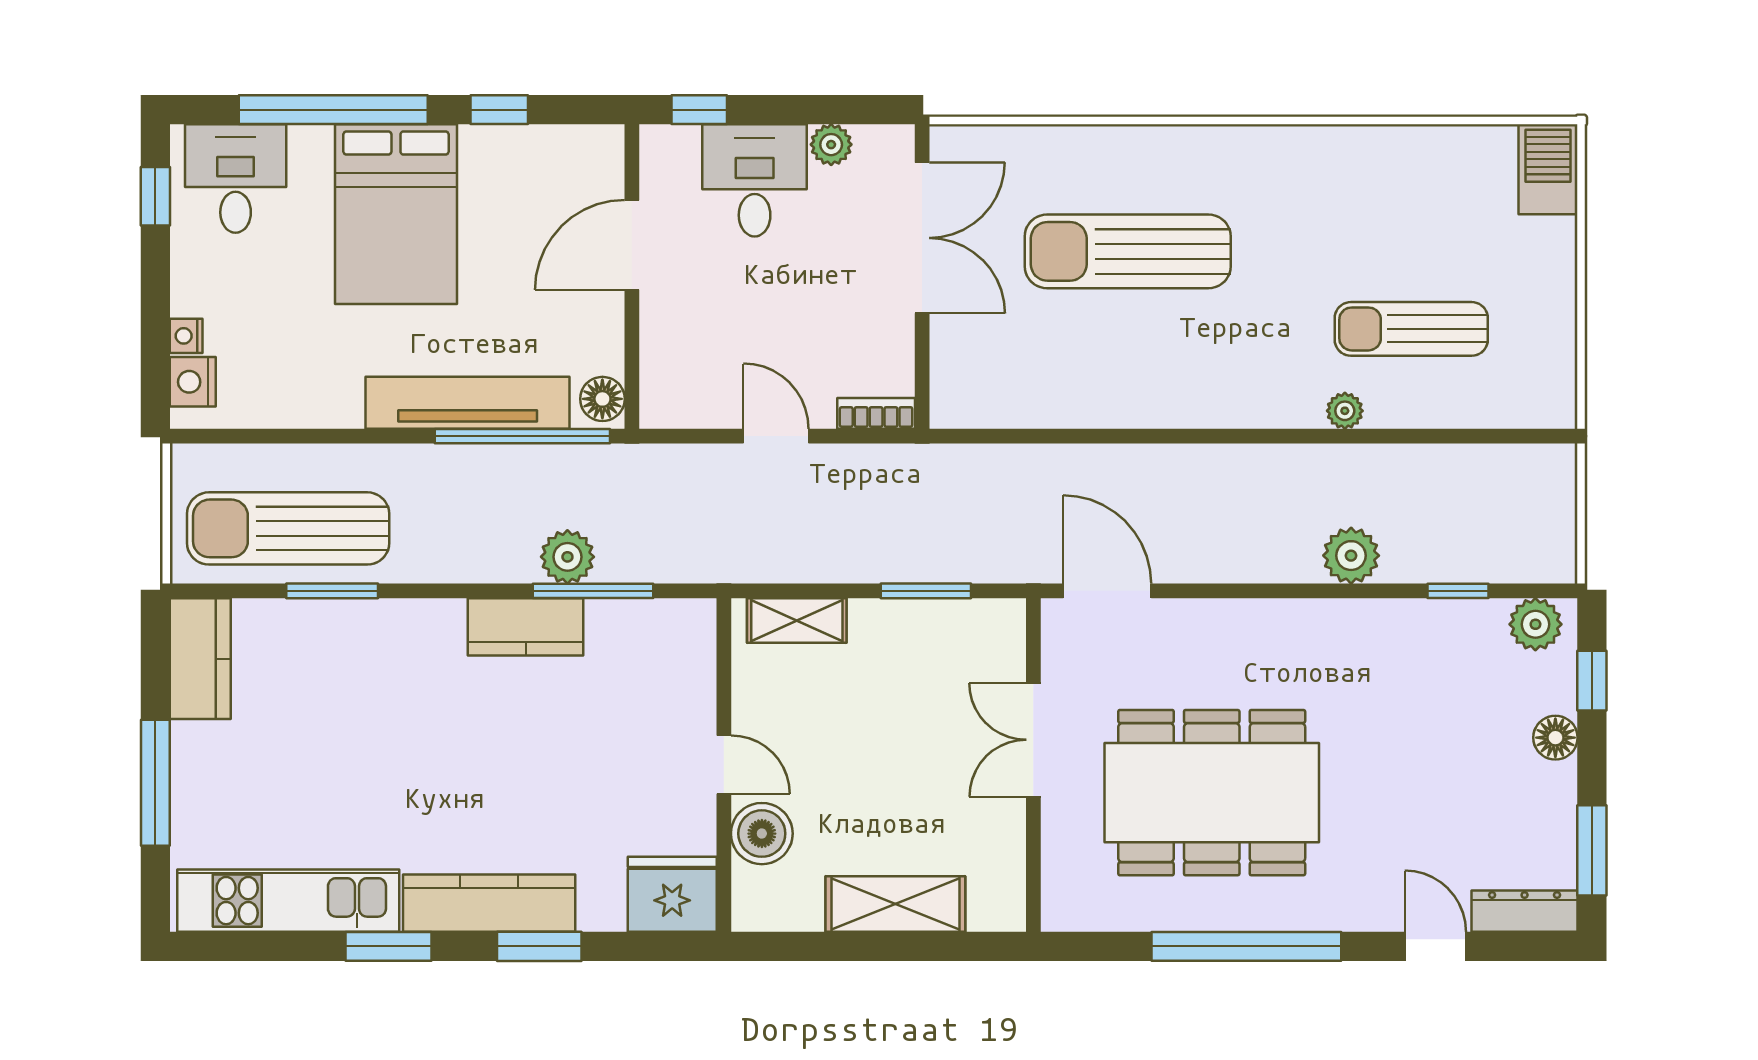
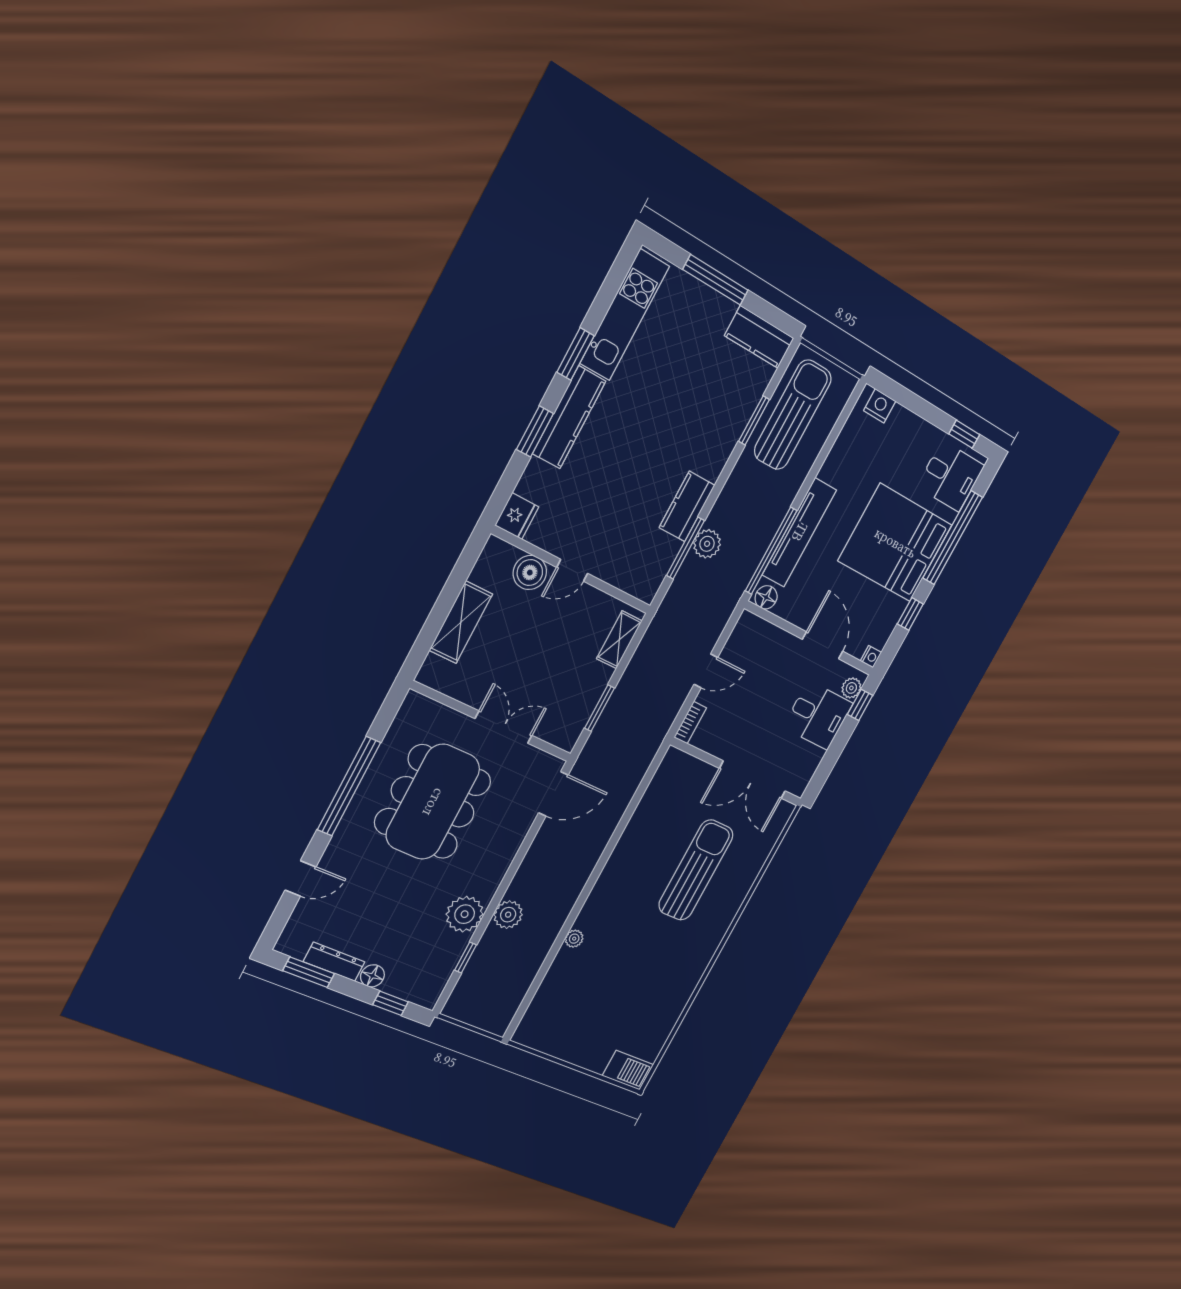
plant: (831, 145) -> (851, 688), moved
bed: (396, 214) -> (895, 543), width x1.36
sun lounger: (1411, 329) -> (593, 983), removed
nightstand: (186, 336) -> (871, 657), moved, turned 90
plant: (1535, 624) -> (465, 914), moved, width x1.36, depth x1.36
fridge: (672, 894) -> (517, 516), width x0.73, depth x0.75
dresser: (1525, 911) -> (334, 962), moved, turned -90

